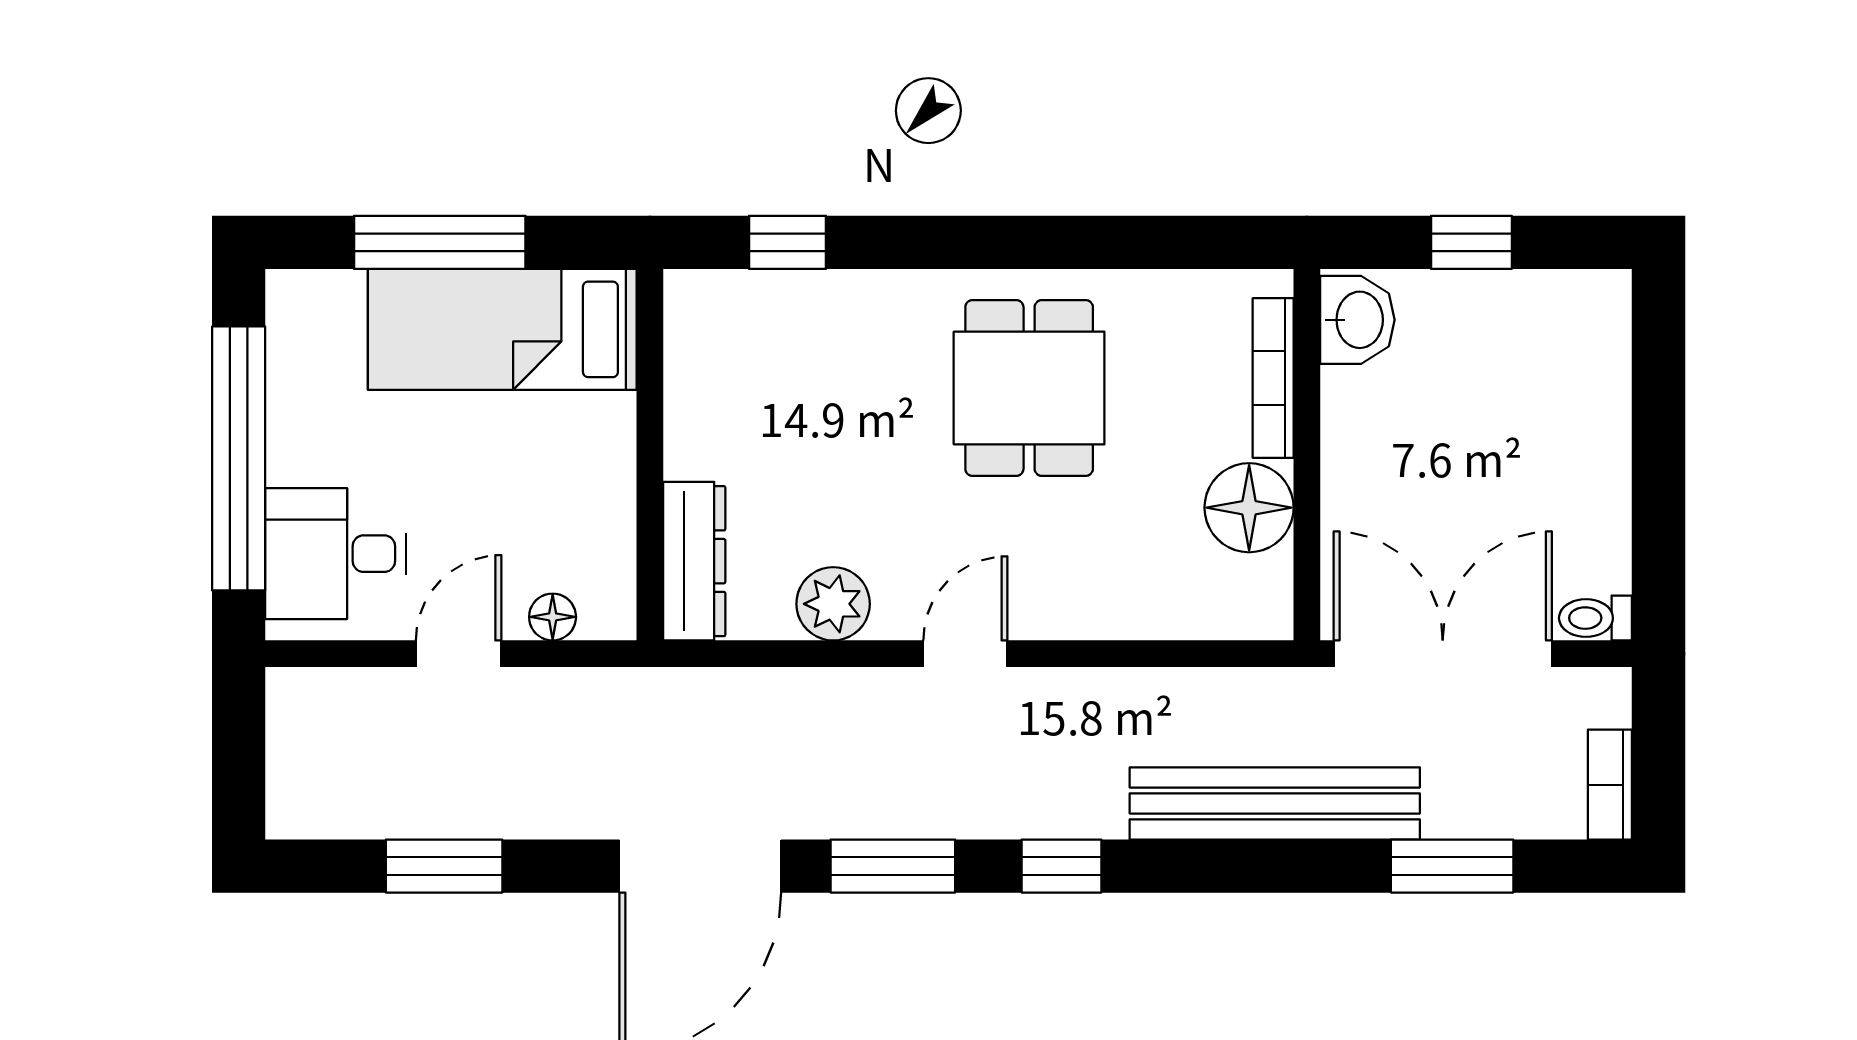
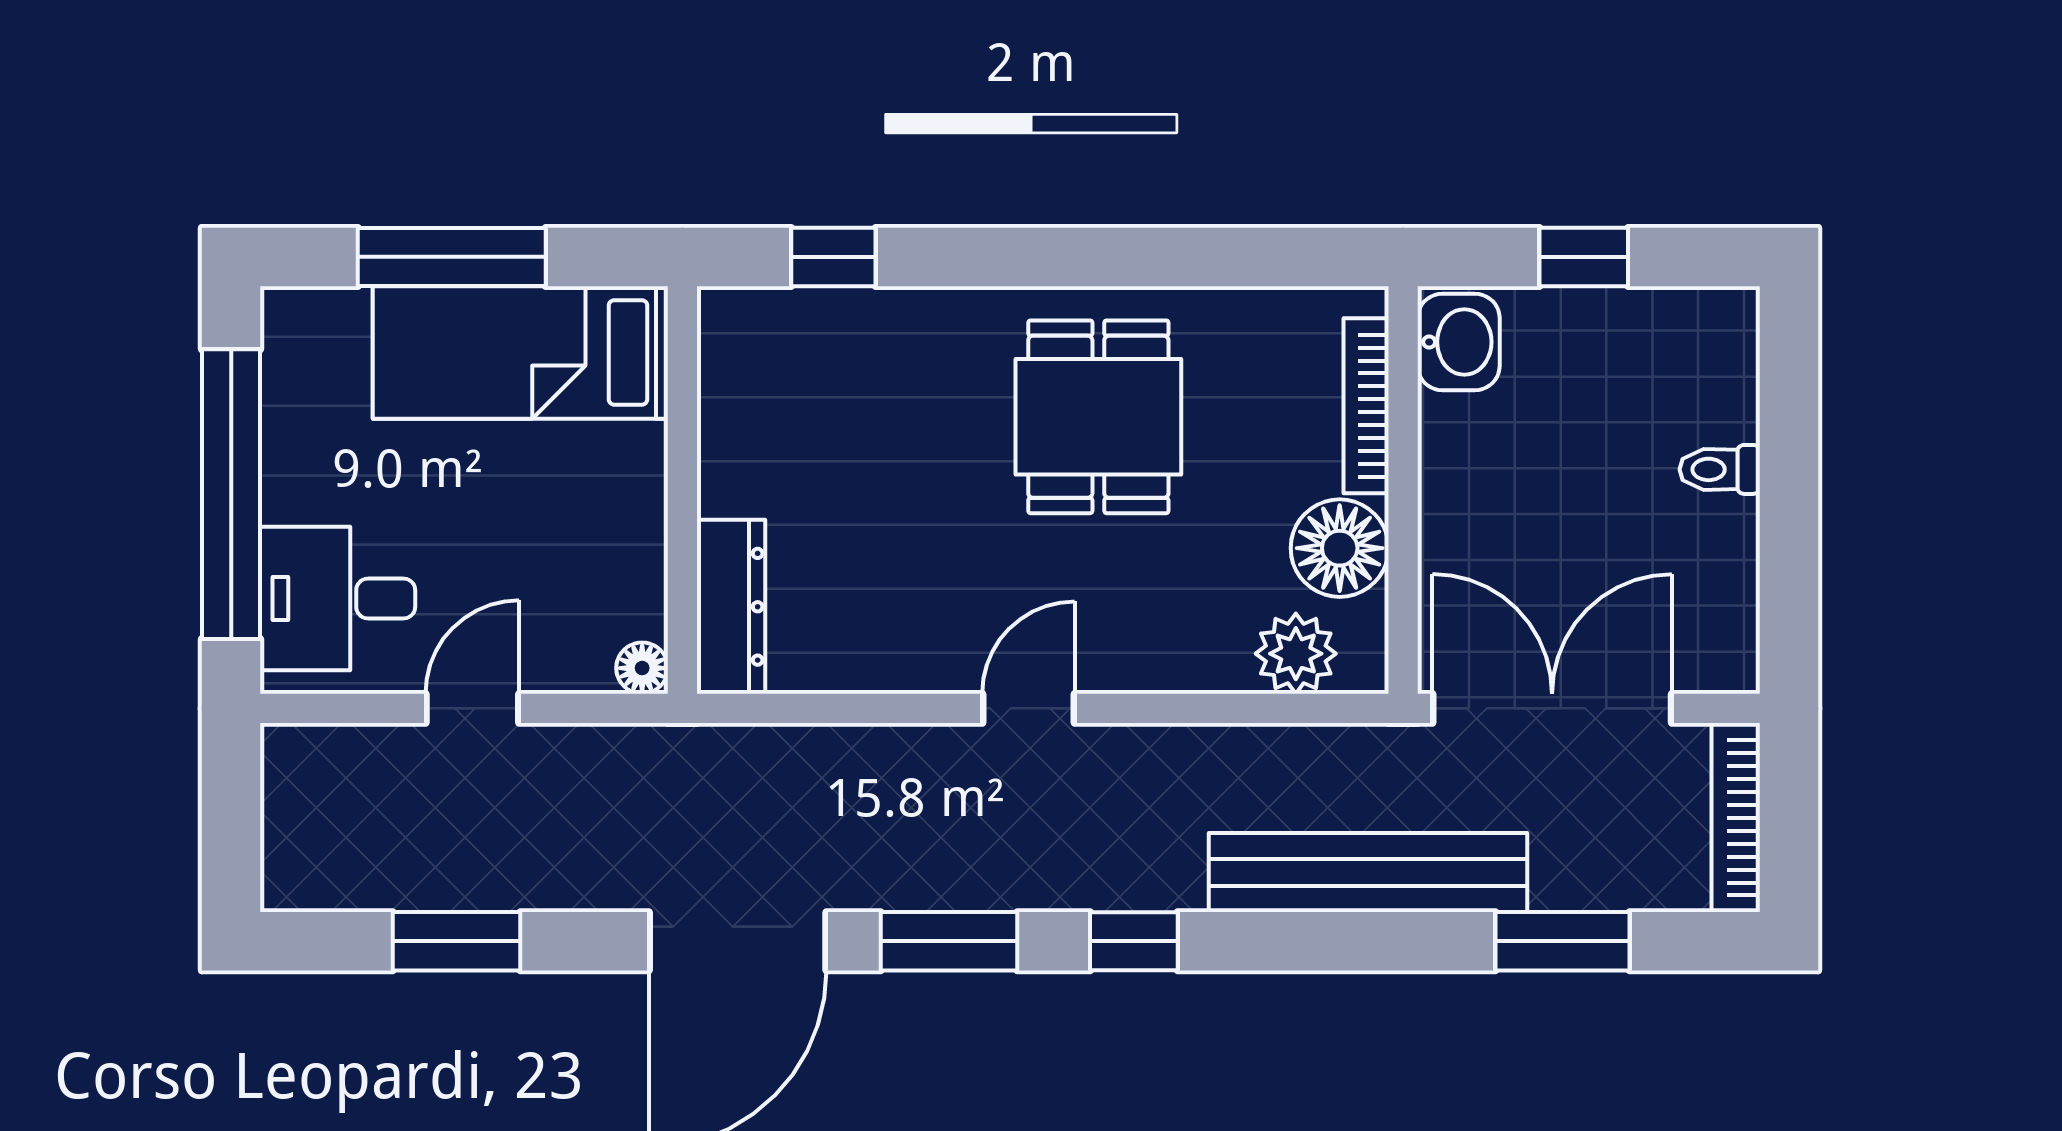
plant: (833, 604) -> (1296, 654), moved
floor lamp: (553, 617) -> (642, 668), moved
toilet: (1595, 618) -> (1720, 469), moved
bookcase: (1610, 785) -> (1736, 818), width x1.56

